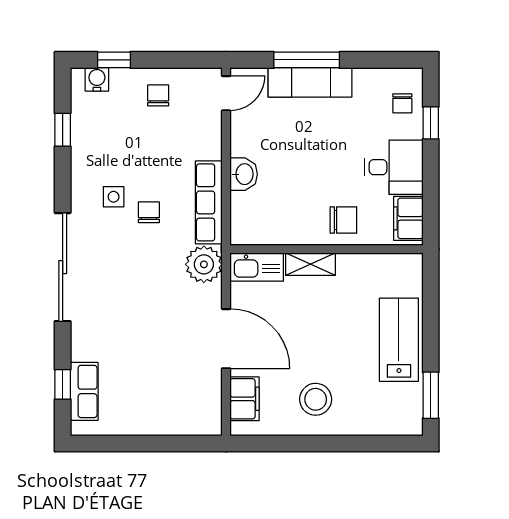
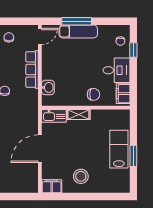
washbasin: (244, 174) -> (48, 87), moved
row of seats: (209, 202) -> (32, 69), moved
plant: (204, 264) -> (30, 115), removed
door: (226, 339) -> (40, 149), swing flipped
window: (431, 395) -> (133, 156), moved
filing cabinet: (245, 399) -> (52, 186), moved, turned -90

